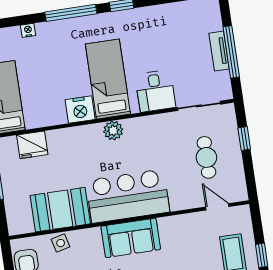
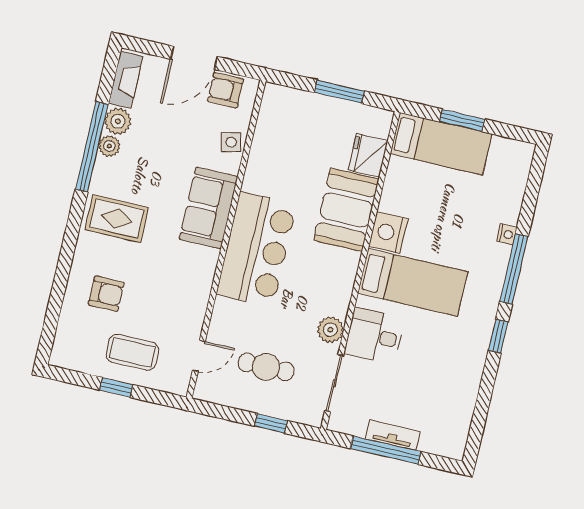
nightstand: (28, 30) -> (507, 234), moved
plant: (113, 131) -> (330, 330), moved
booth: (60, 210) -> (346, 210), moved
sofa: (131, 238) -> (209, 208), moved

